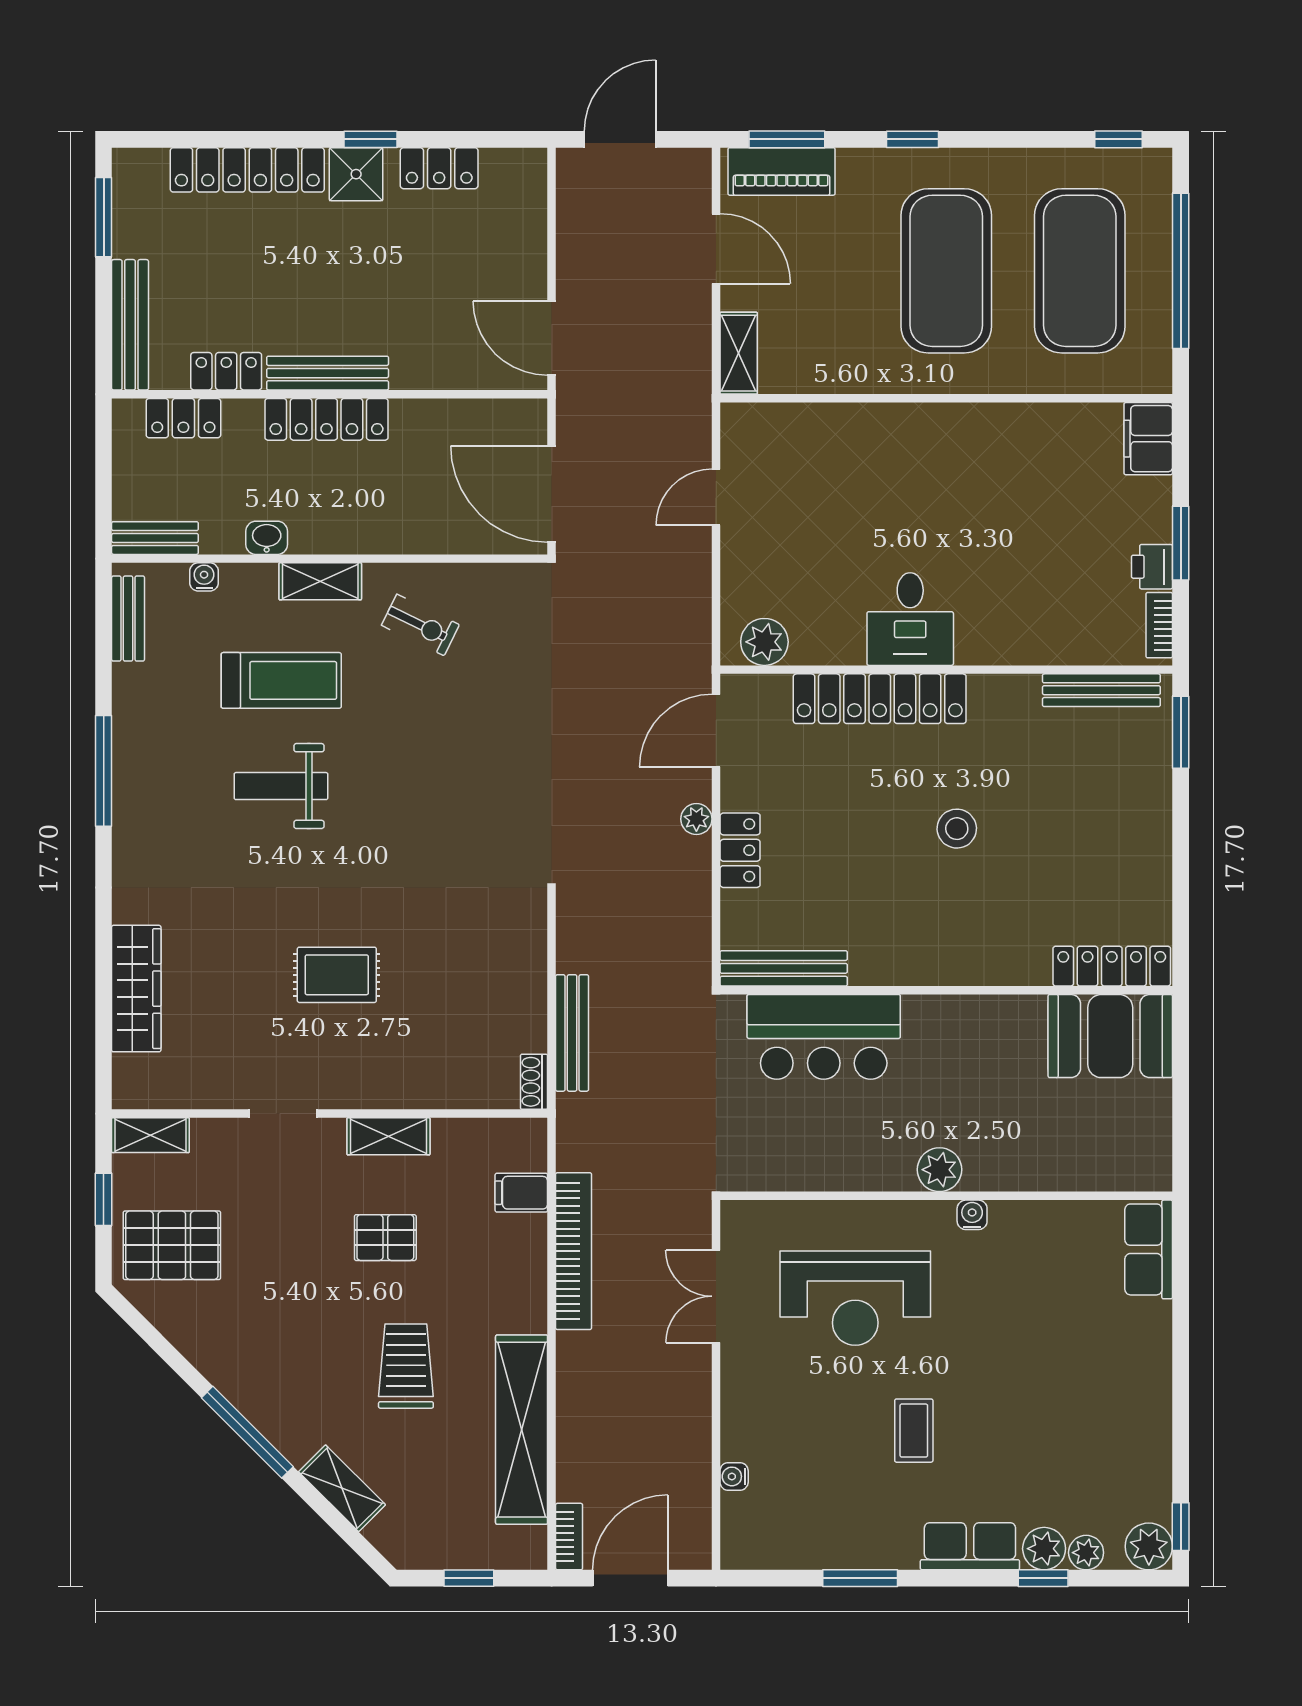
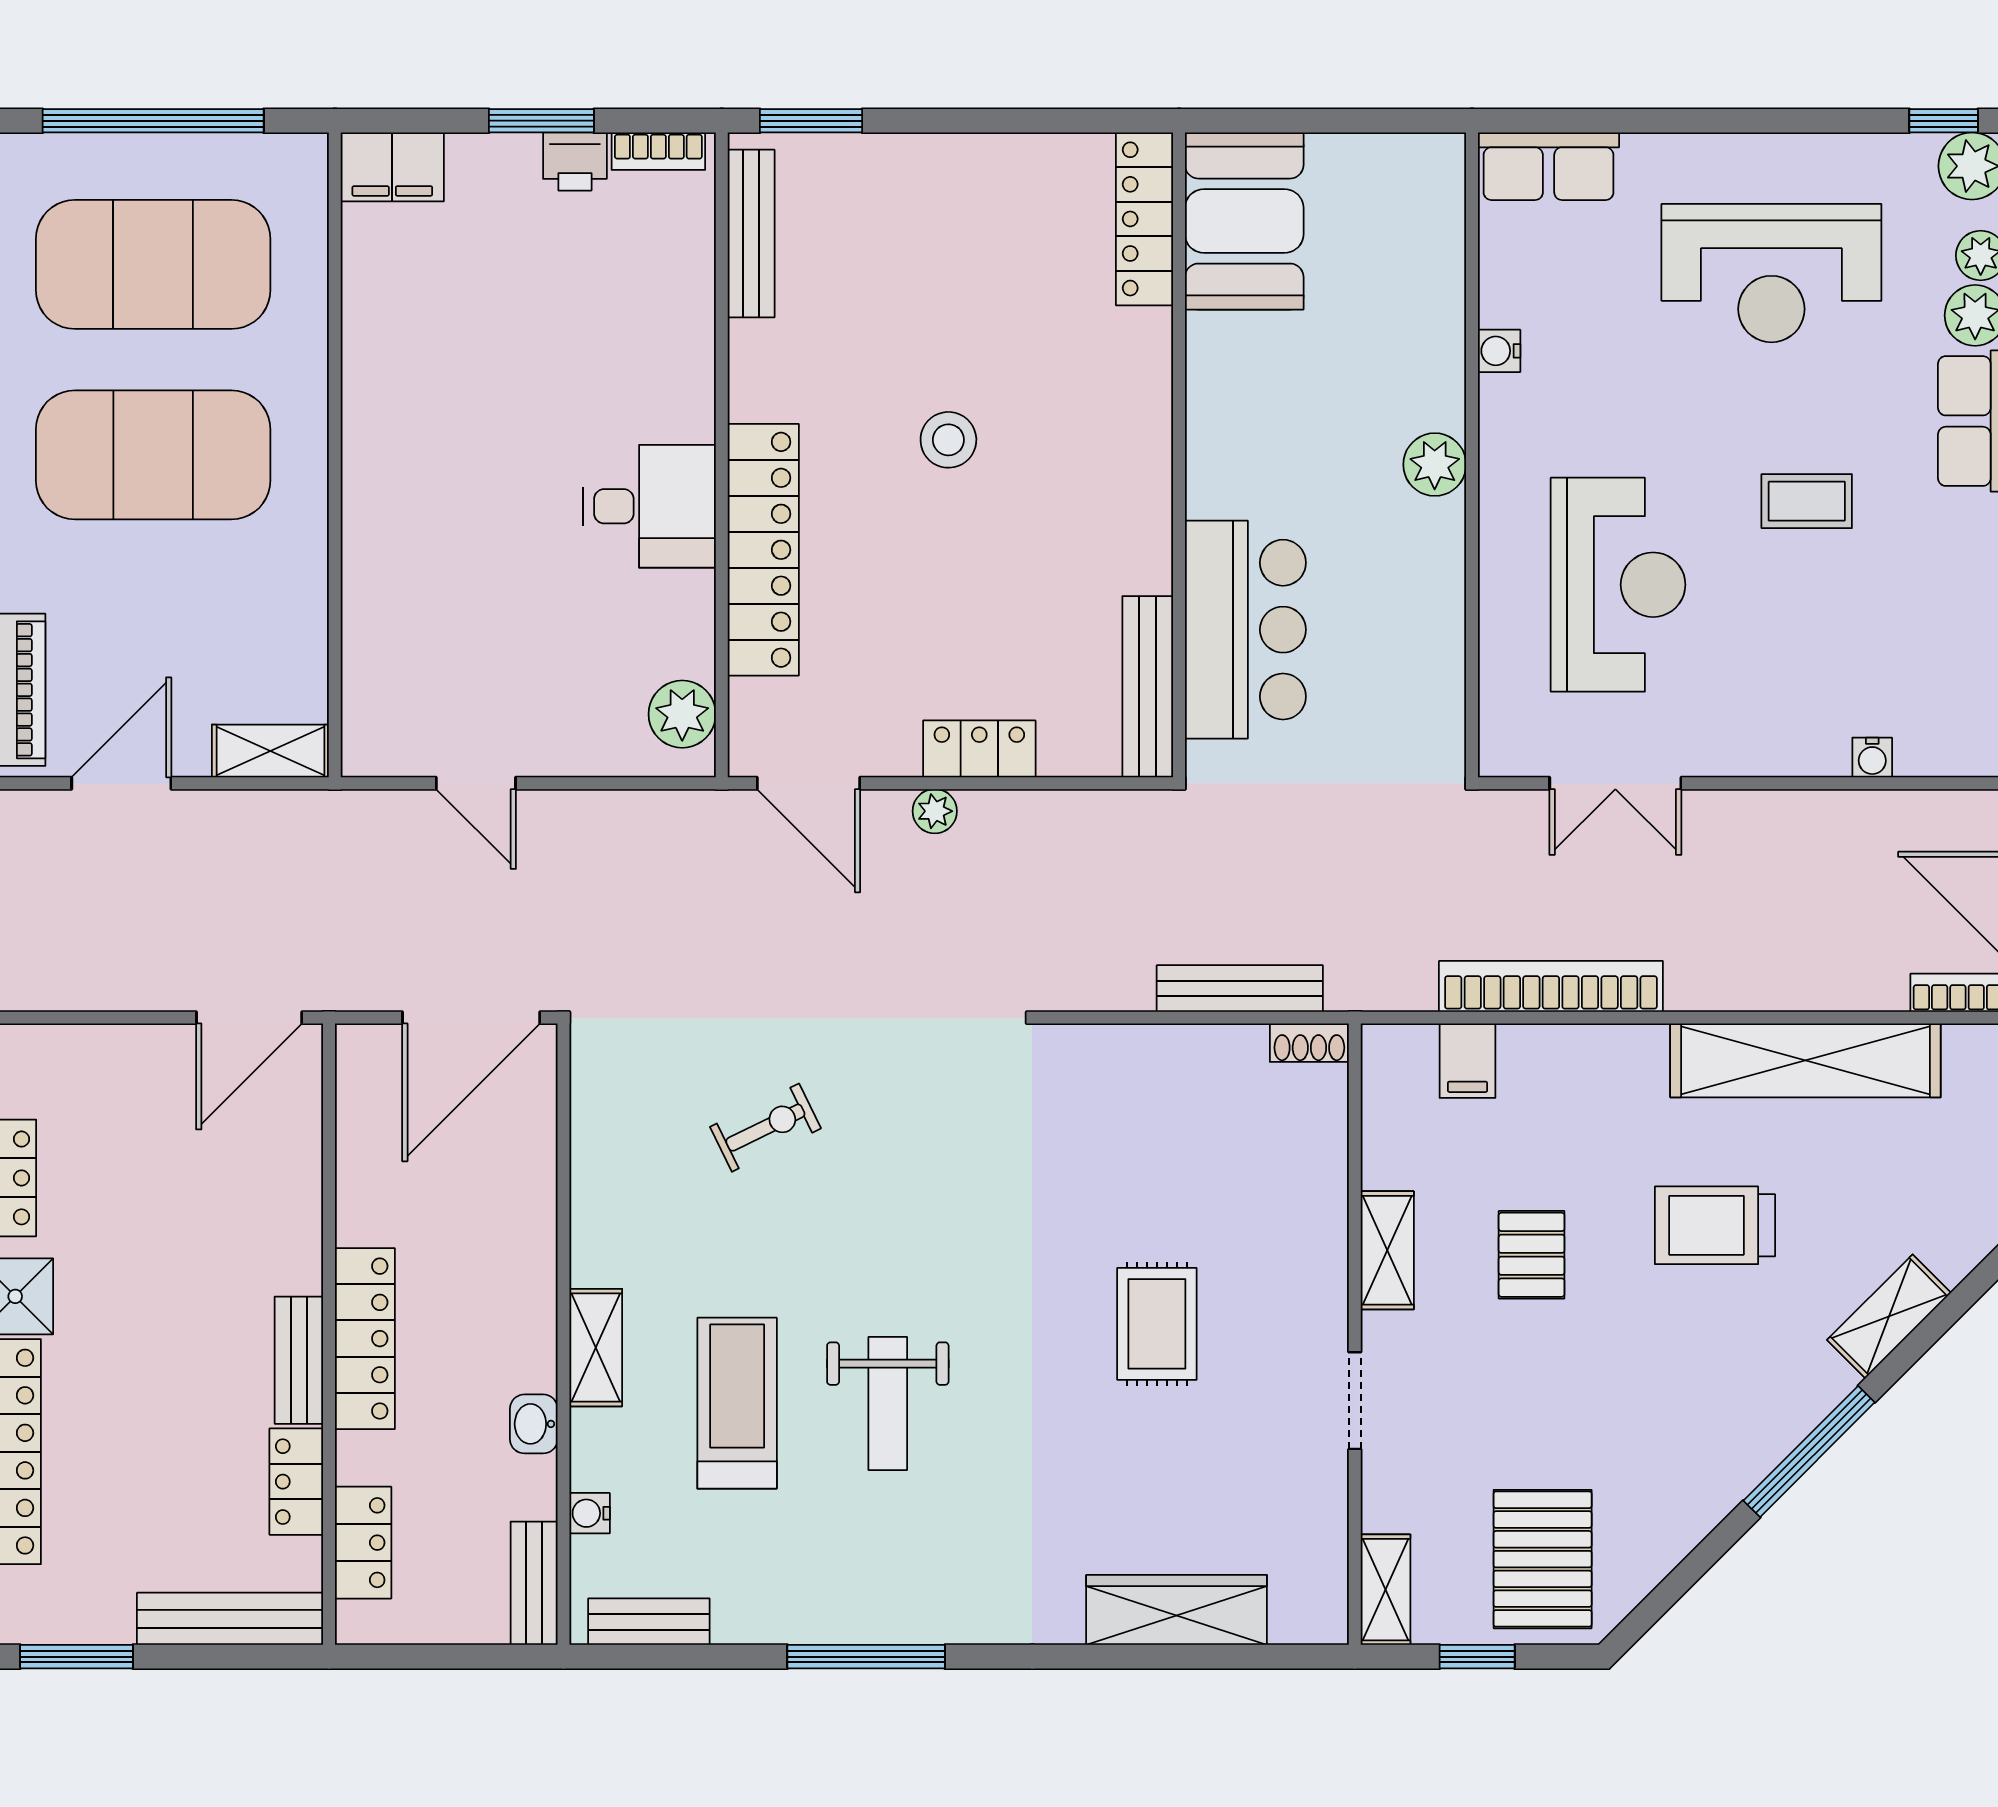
bench: (328, 373) -> (299, 1360), width x0.73
exercise bike: (420, 625) -> (765, 1128), moved, turned 38
water cooler: (972, 1215) -> (1499, 351), moved
reception desk: (1074, 1406) -> (1771, 273), added

